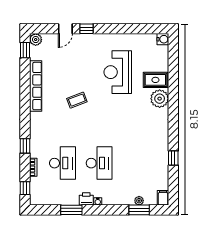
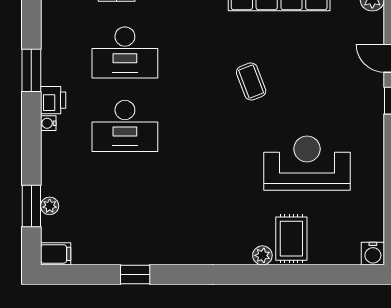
plant: (160, 99) -> (262, 255), width x0.53, depth x0.53

